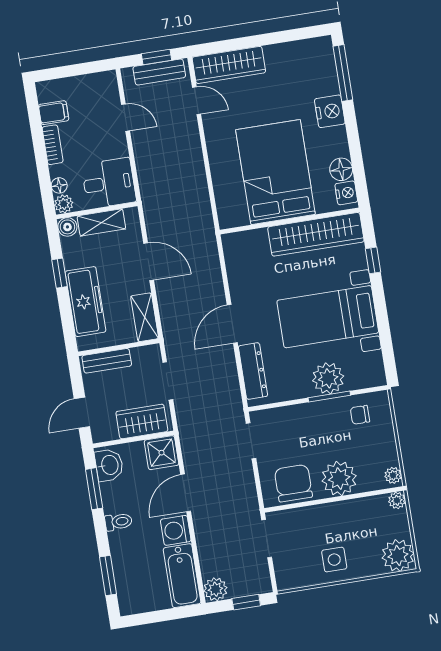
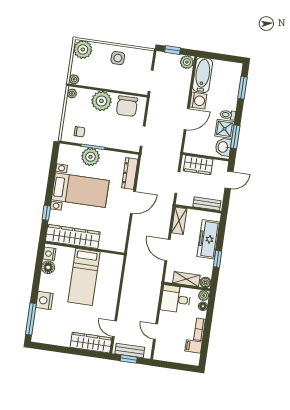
bed: (276, 172) -> (84, 277), width x0.67
shower: (162, 453) -> (225, 129), moved

